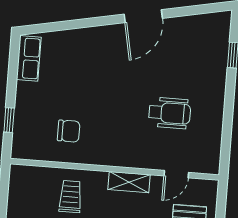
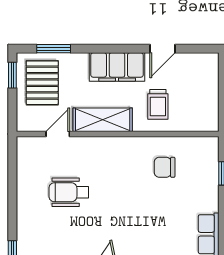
shelving: (129, 182) -> (103, 120), width x1.50, depth x1.33

